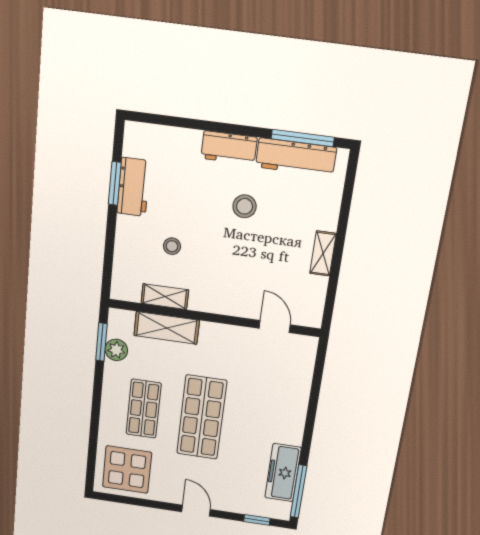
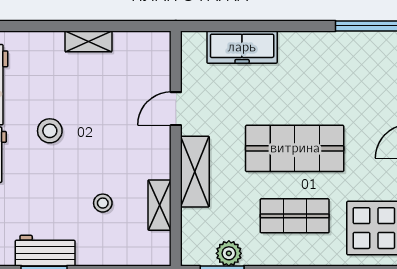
door: (275, 326) -> (176, 109), moved
shelving: (167, 328) -> (195, 172), moved
freezer: (283, 473) -> (242, 47), moved

